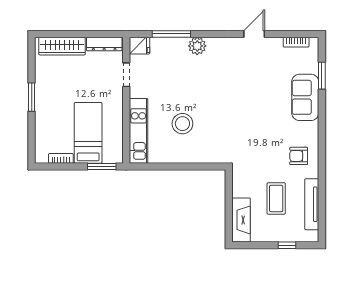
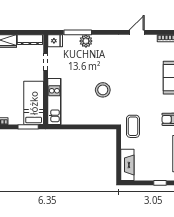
plant: (197, 46) -> (86, 41), moved
stool: (182, 124) -> (103, 90), moved
bed: (88, 133) -> (34, 103), moved
coffee table: (276, 198) -> (133, 126), moved

